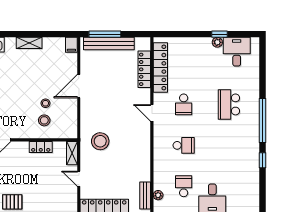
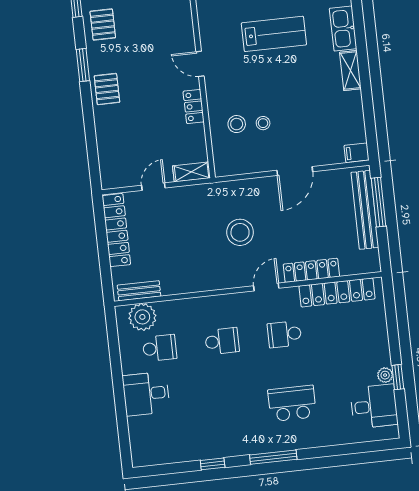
shelving: (29, 43) -> (350, 71), moved
locker: (144, 69) -> (311, 270), moved
door: (79, 86) -> (295, 171), swing flipped
window: (262, 120) -> (273, 457), width x0.68
stool: (100, 141) -> (240, 232), moved
school desk: (184, 145) -> (222, 341), turned -90
locker: (41, 147) -> (194, 106), moved
plant: (158, 195) -> (142, 317), width x1.88, depth x1.88

